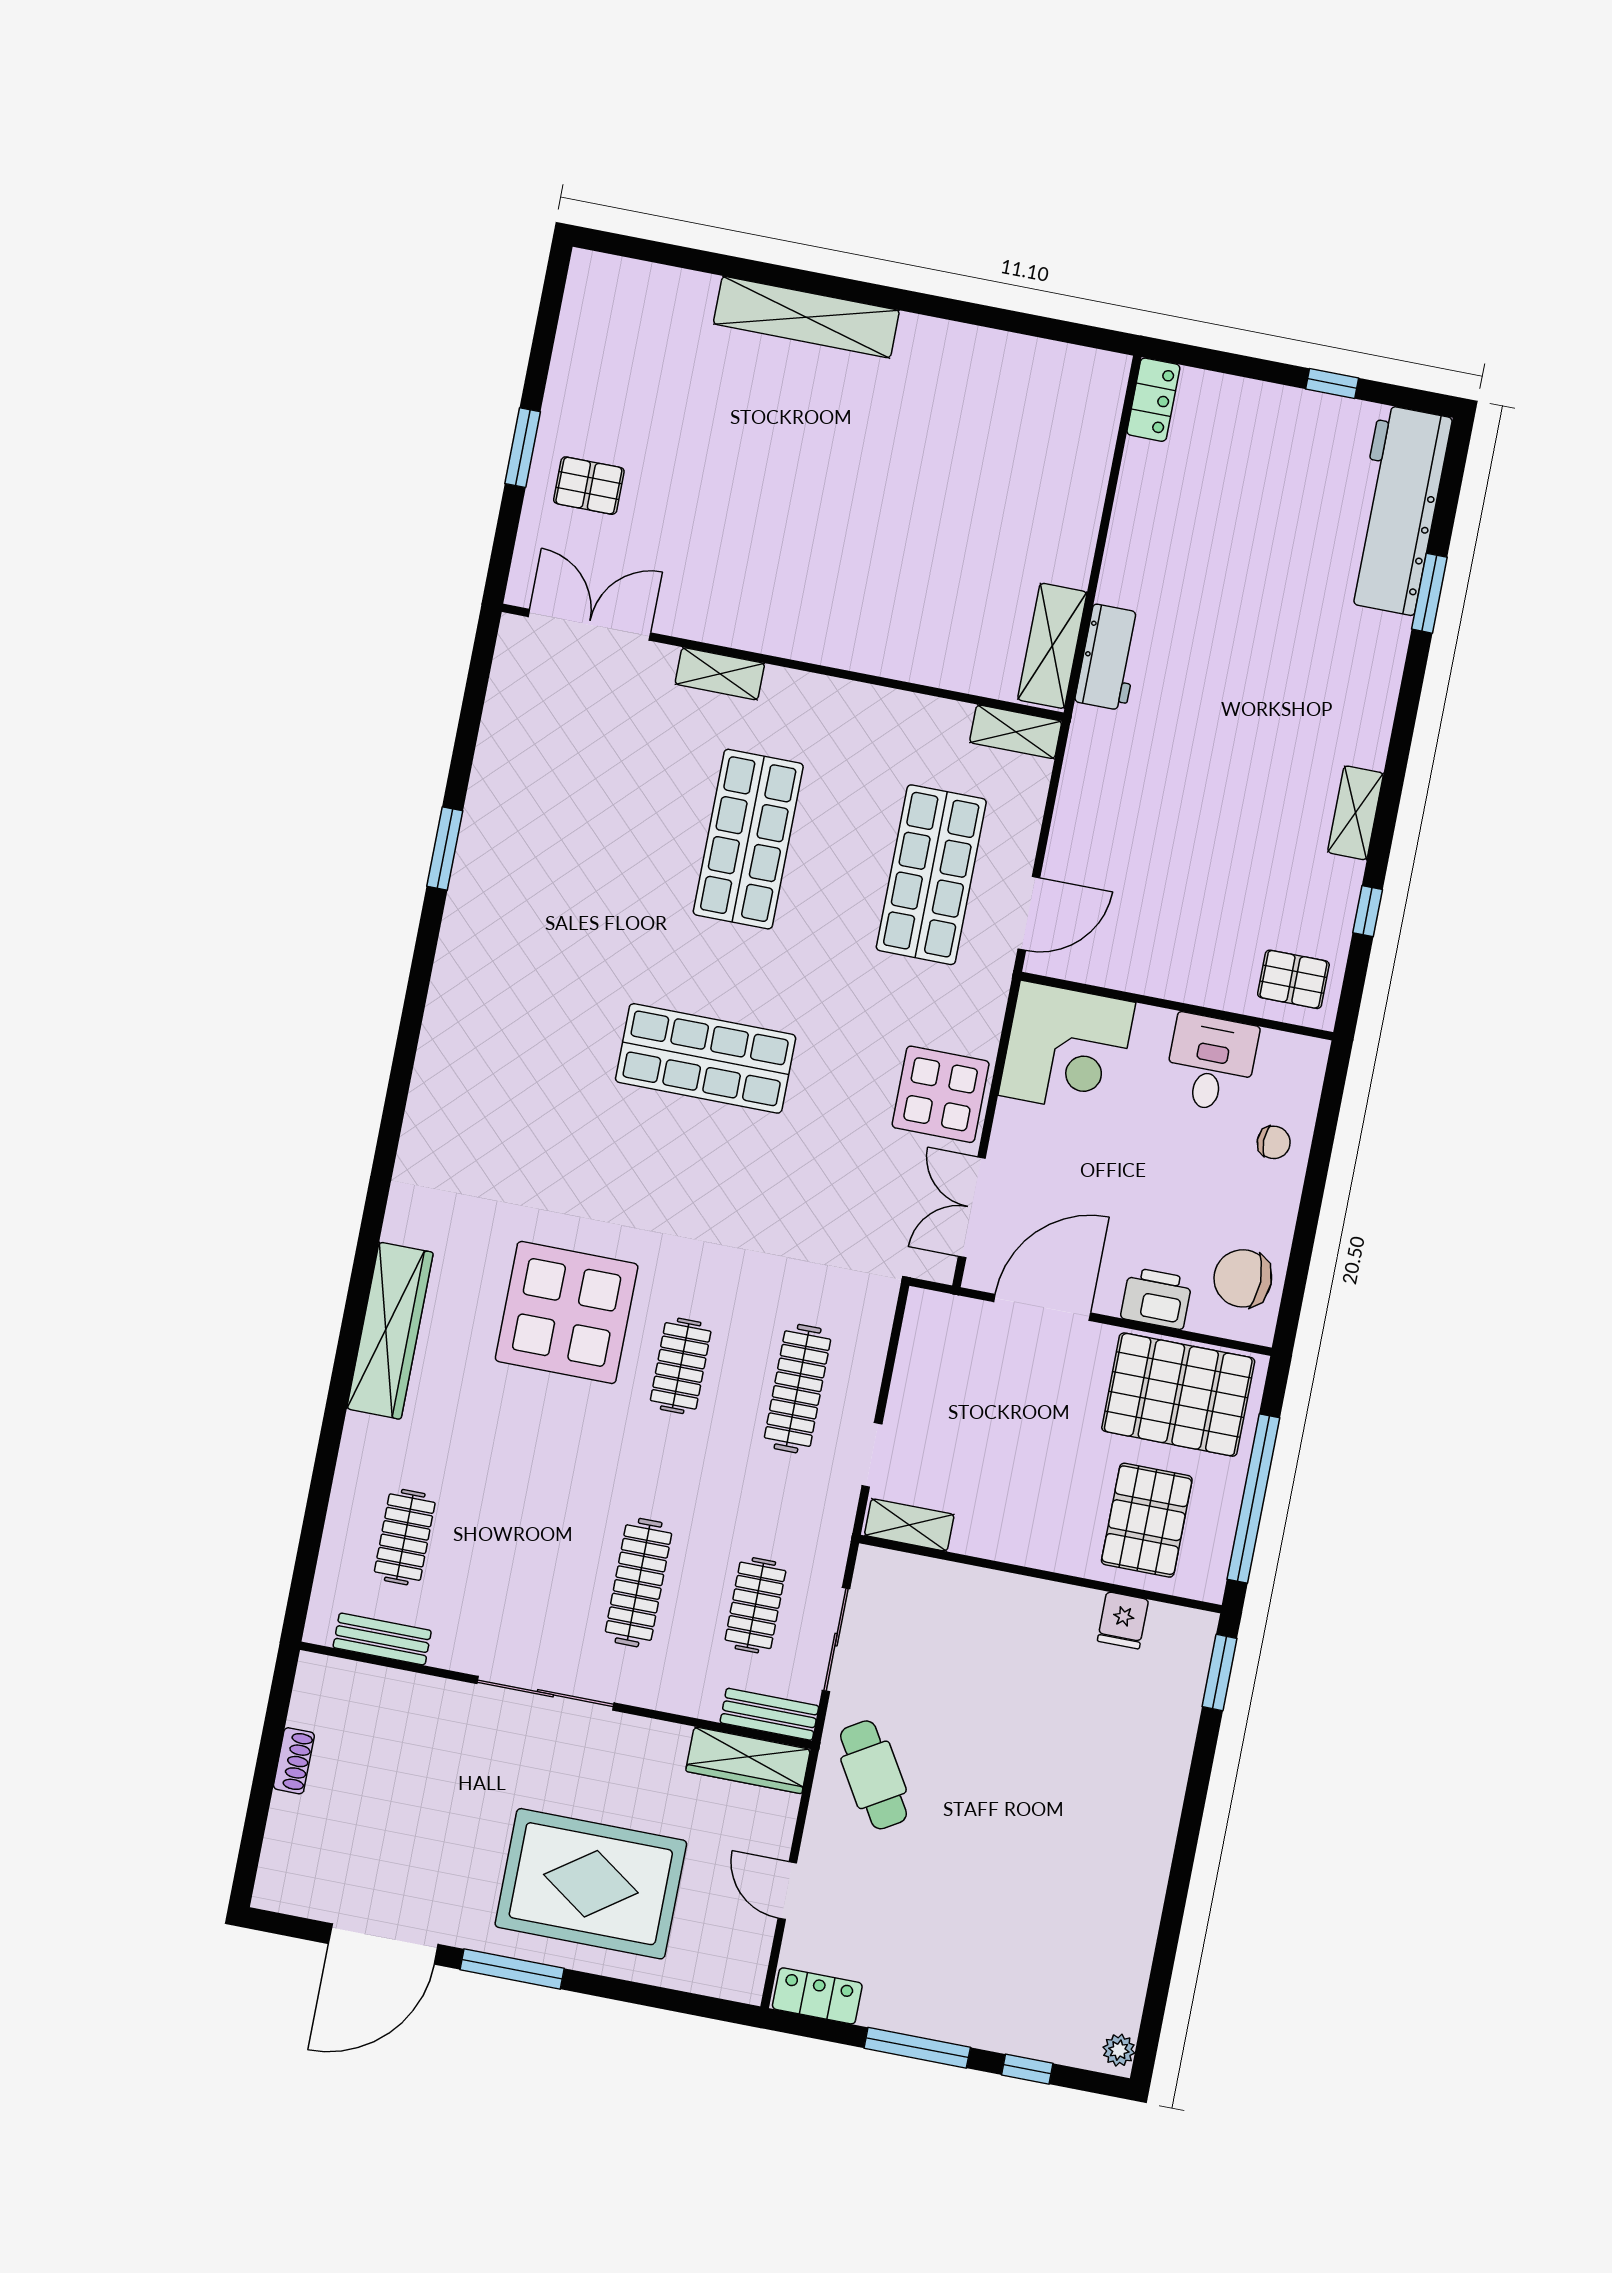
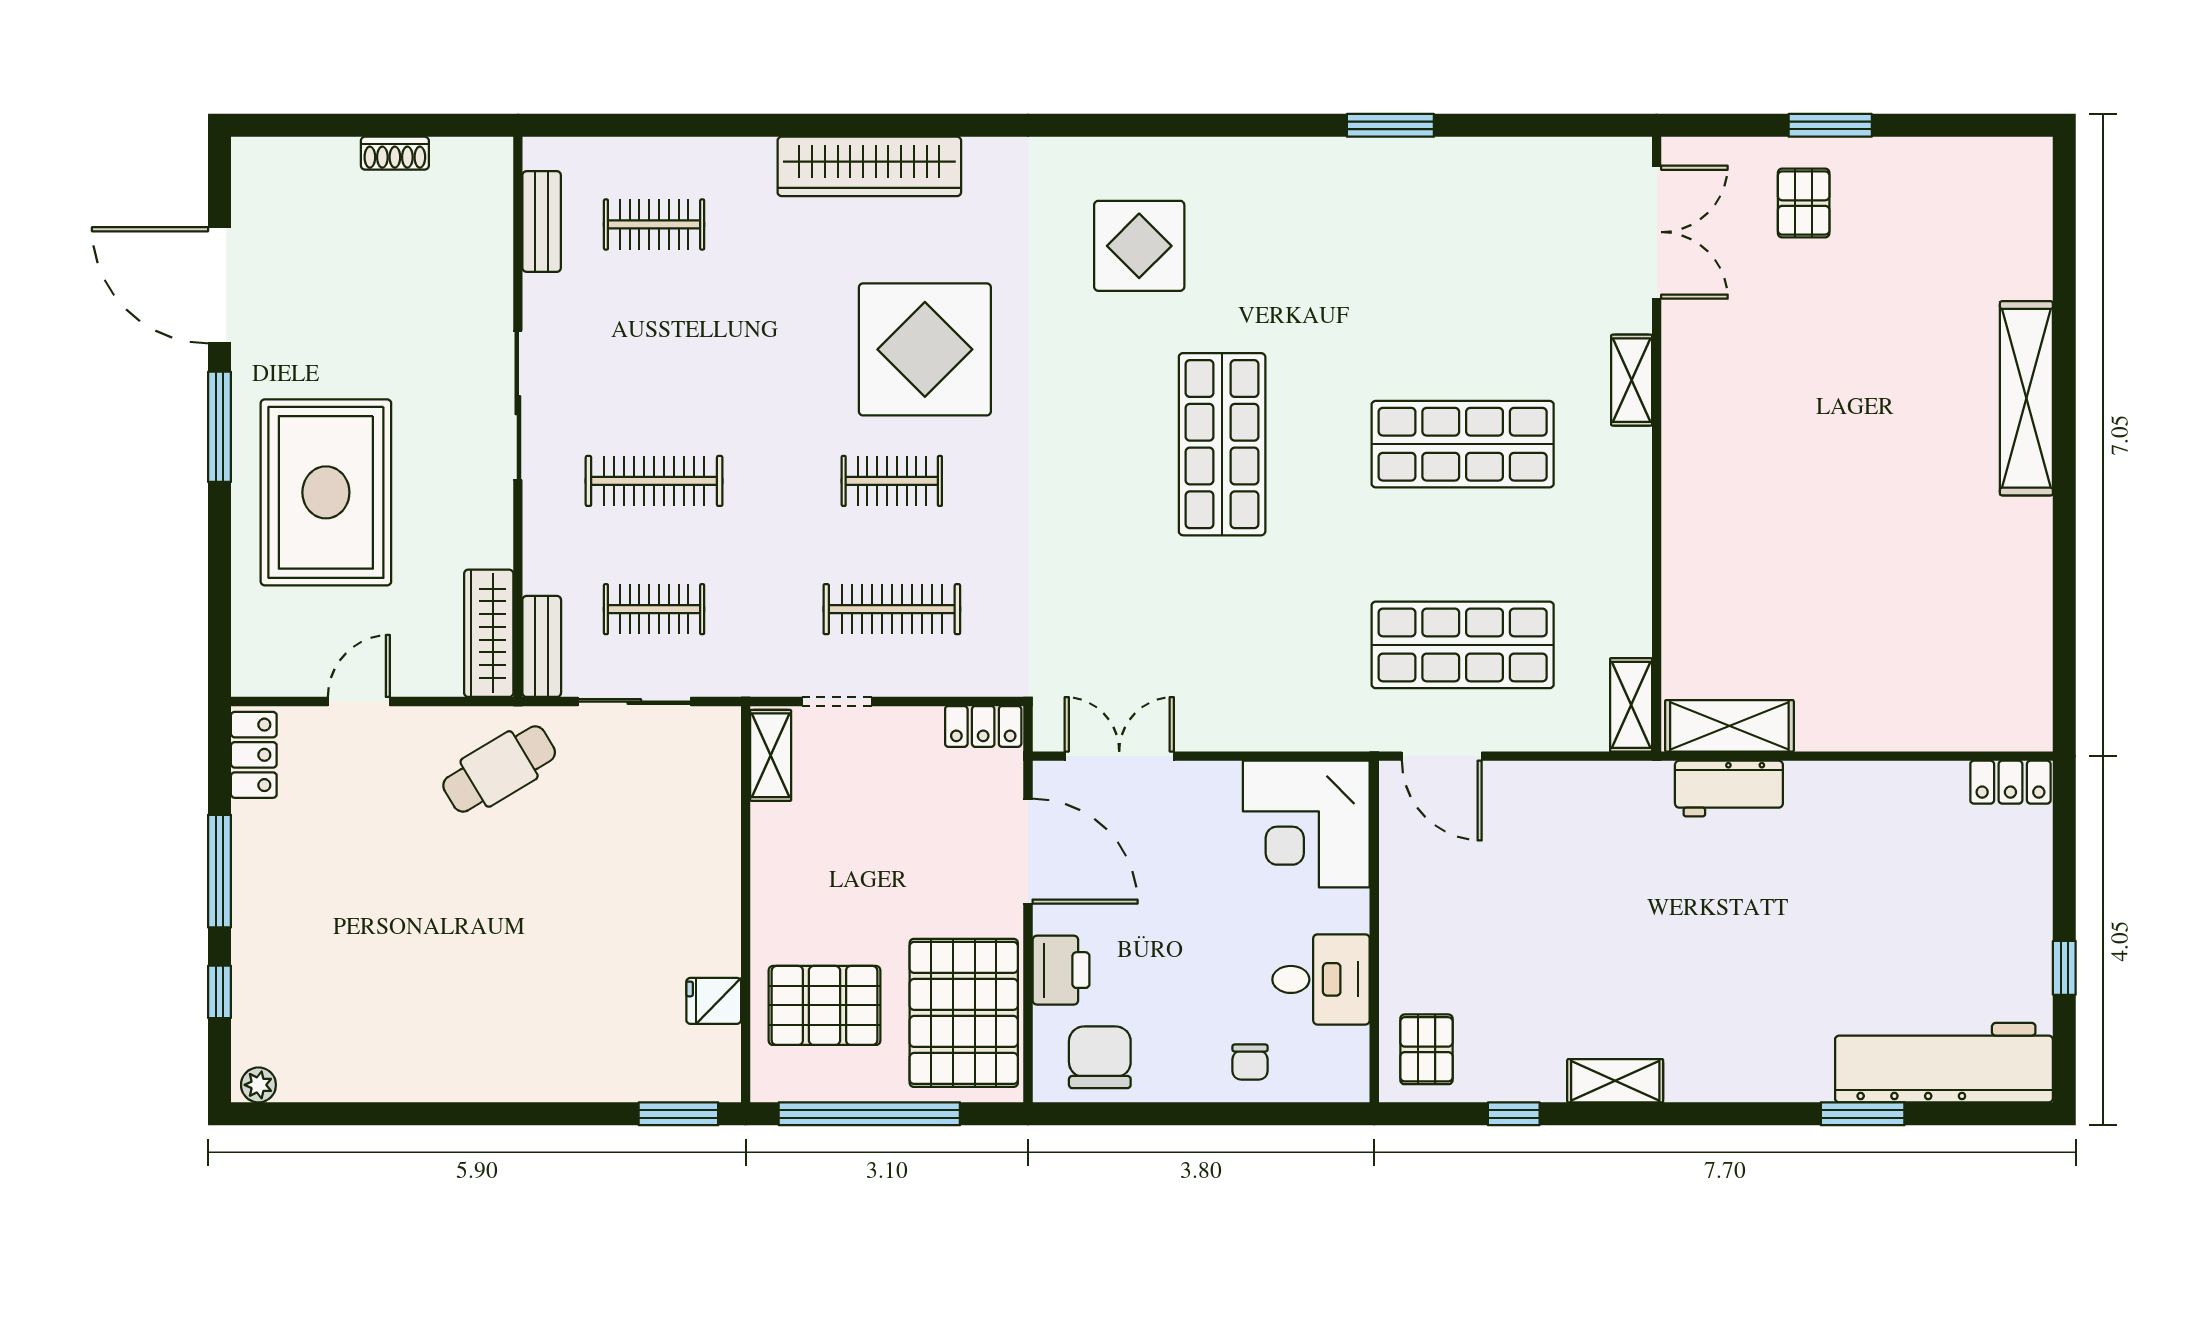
display table: (941, 1094) -> (1139, 246), moved
locker: (921, 1326) -> (983, 726), added

